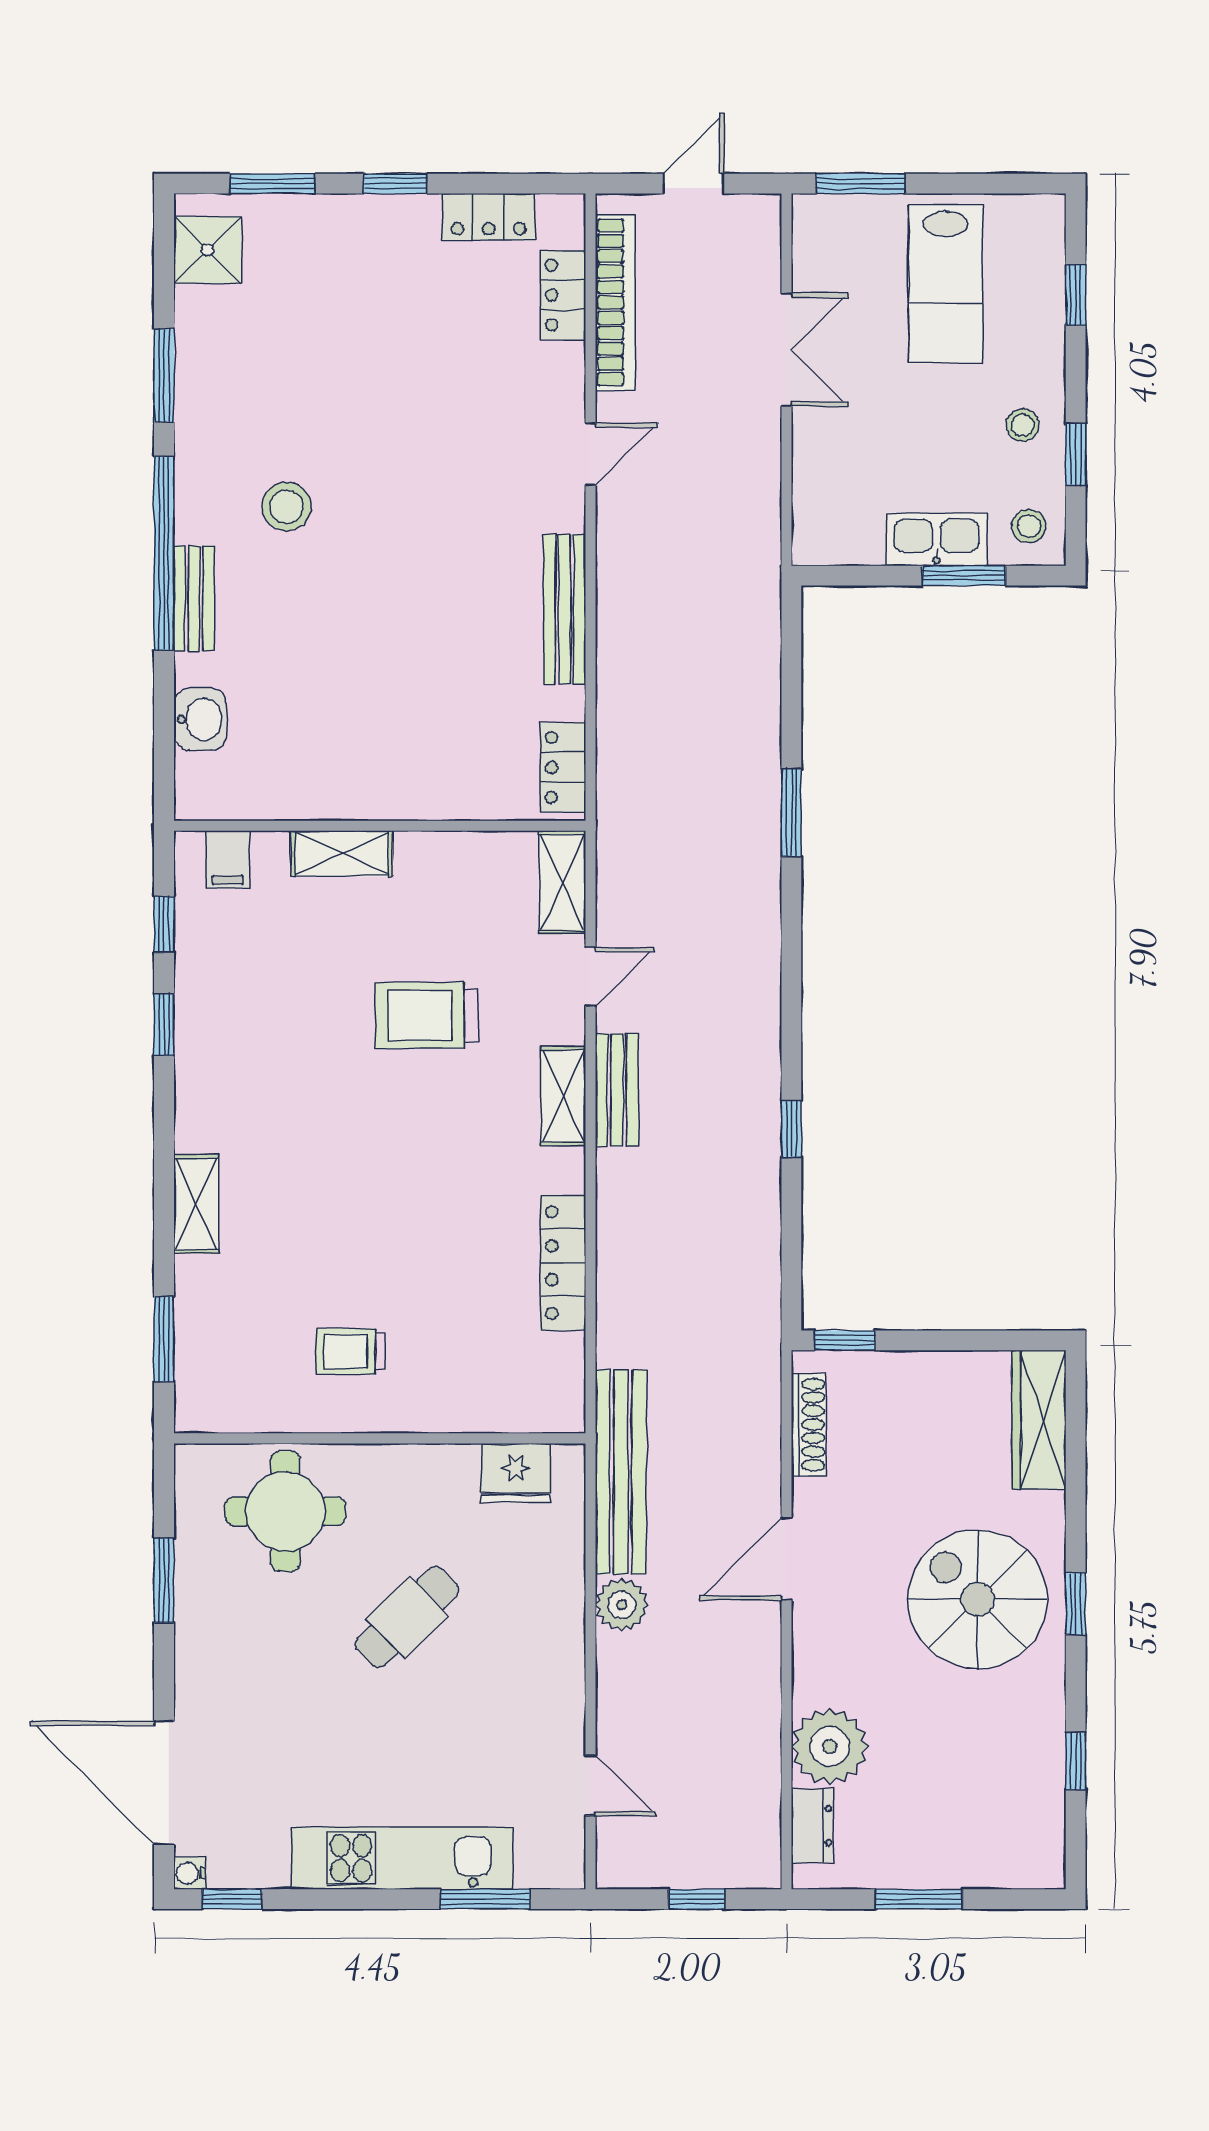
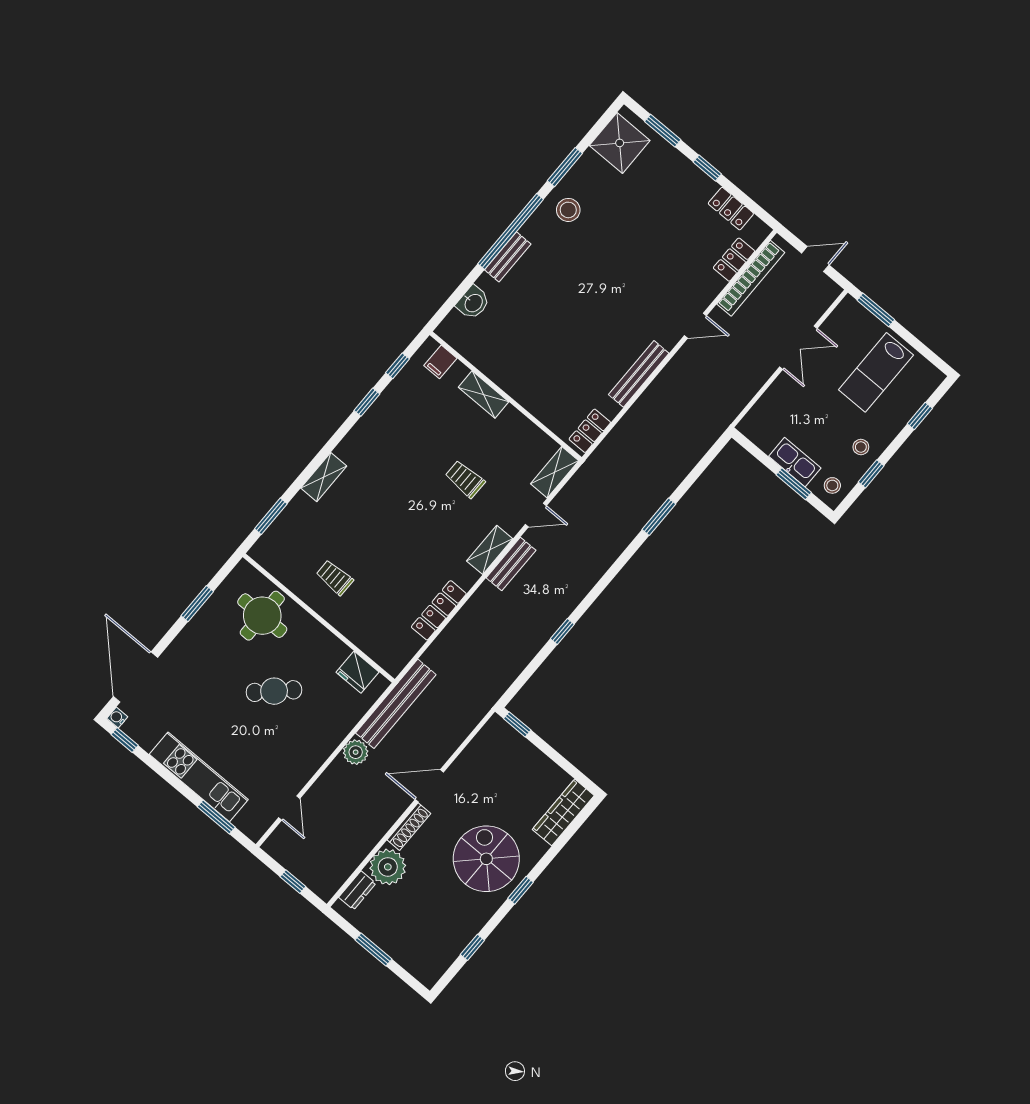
shower: (207, 250) -> (620, 143), width x1.36, depth x1.36
stool: (287, 507) -> (568, 210), moved
trolley: (427, 1015) -> (465, 479), width x0.73, depth x0.72
shoe rack: (809, 1425) -> (409, 827), moved

